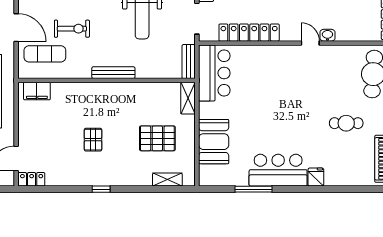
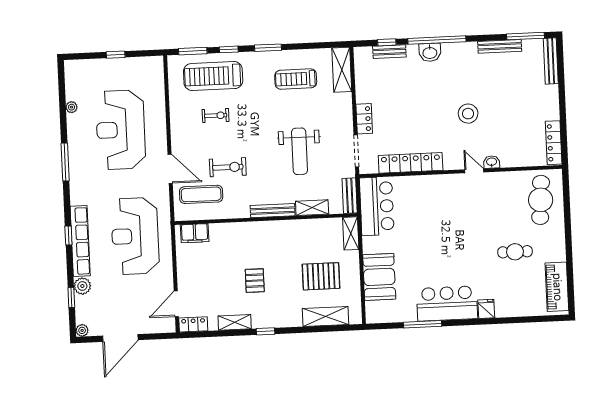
shelving: (152, 72) -> (312, 208), added
shelving: (72, 179) -> (235, 322), added
shelving: (167, 180) -> (326, 316), width x1.50, depth x1.33

